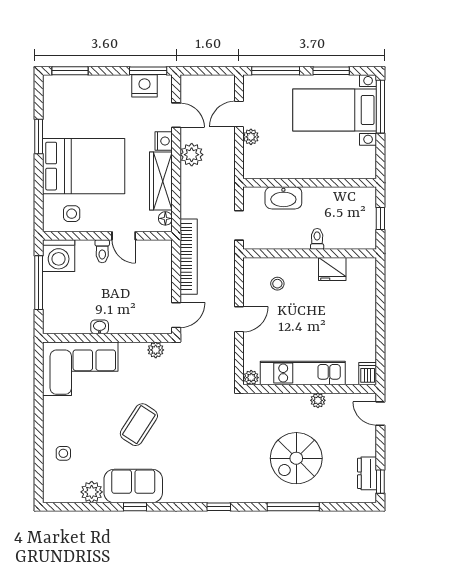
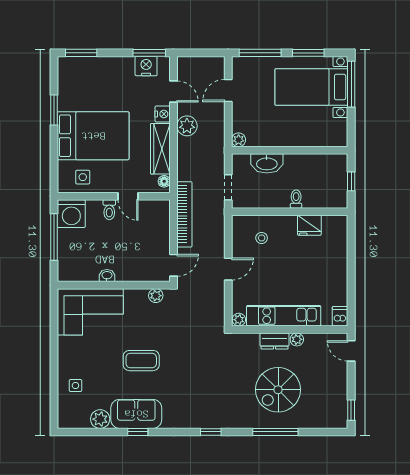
plant: (251, 137) -> (239, 140), moved
coffee table: (139, 425) -> (141, 361), turned 57
dresser: (367, 473) -> (274, 341), moved, turned -90

